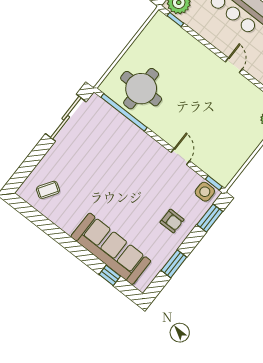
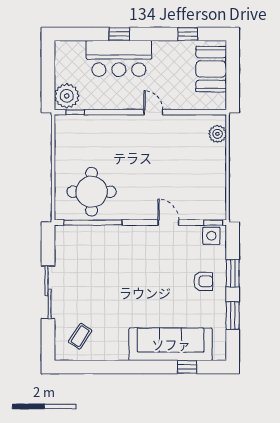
sliding door: (66, 118) -> (48, 292), moved
window: (210, 218) -> (233, 273), moved

